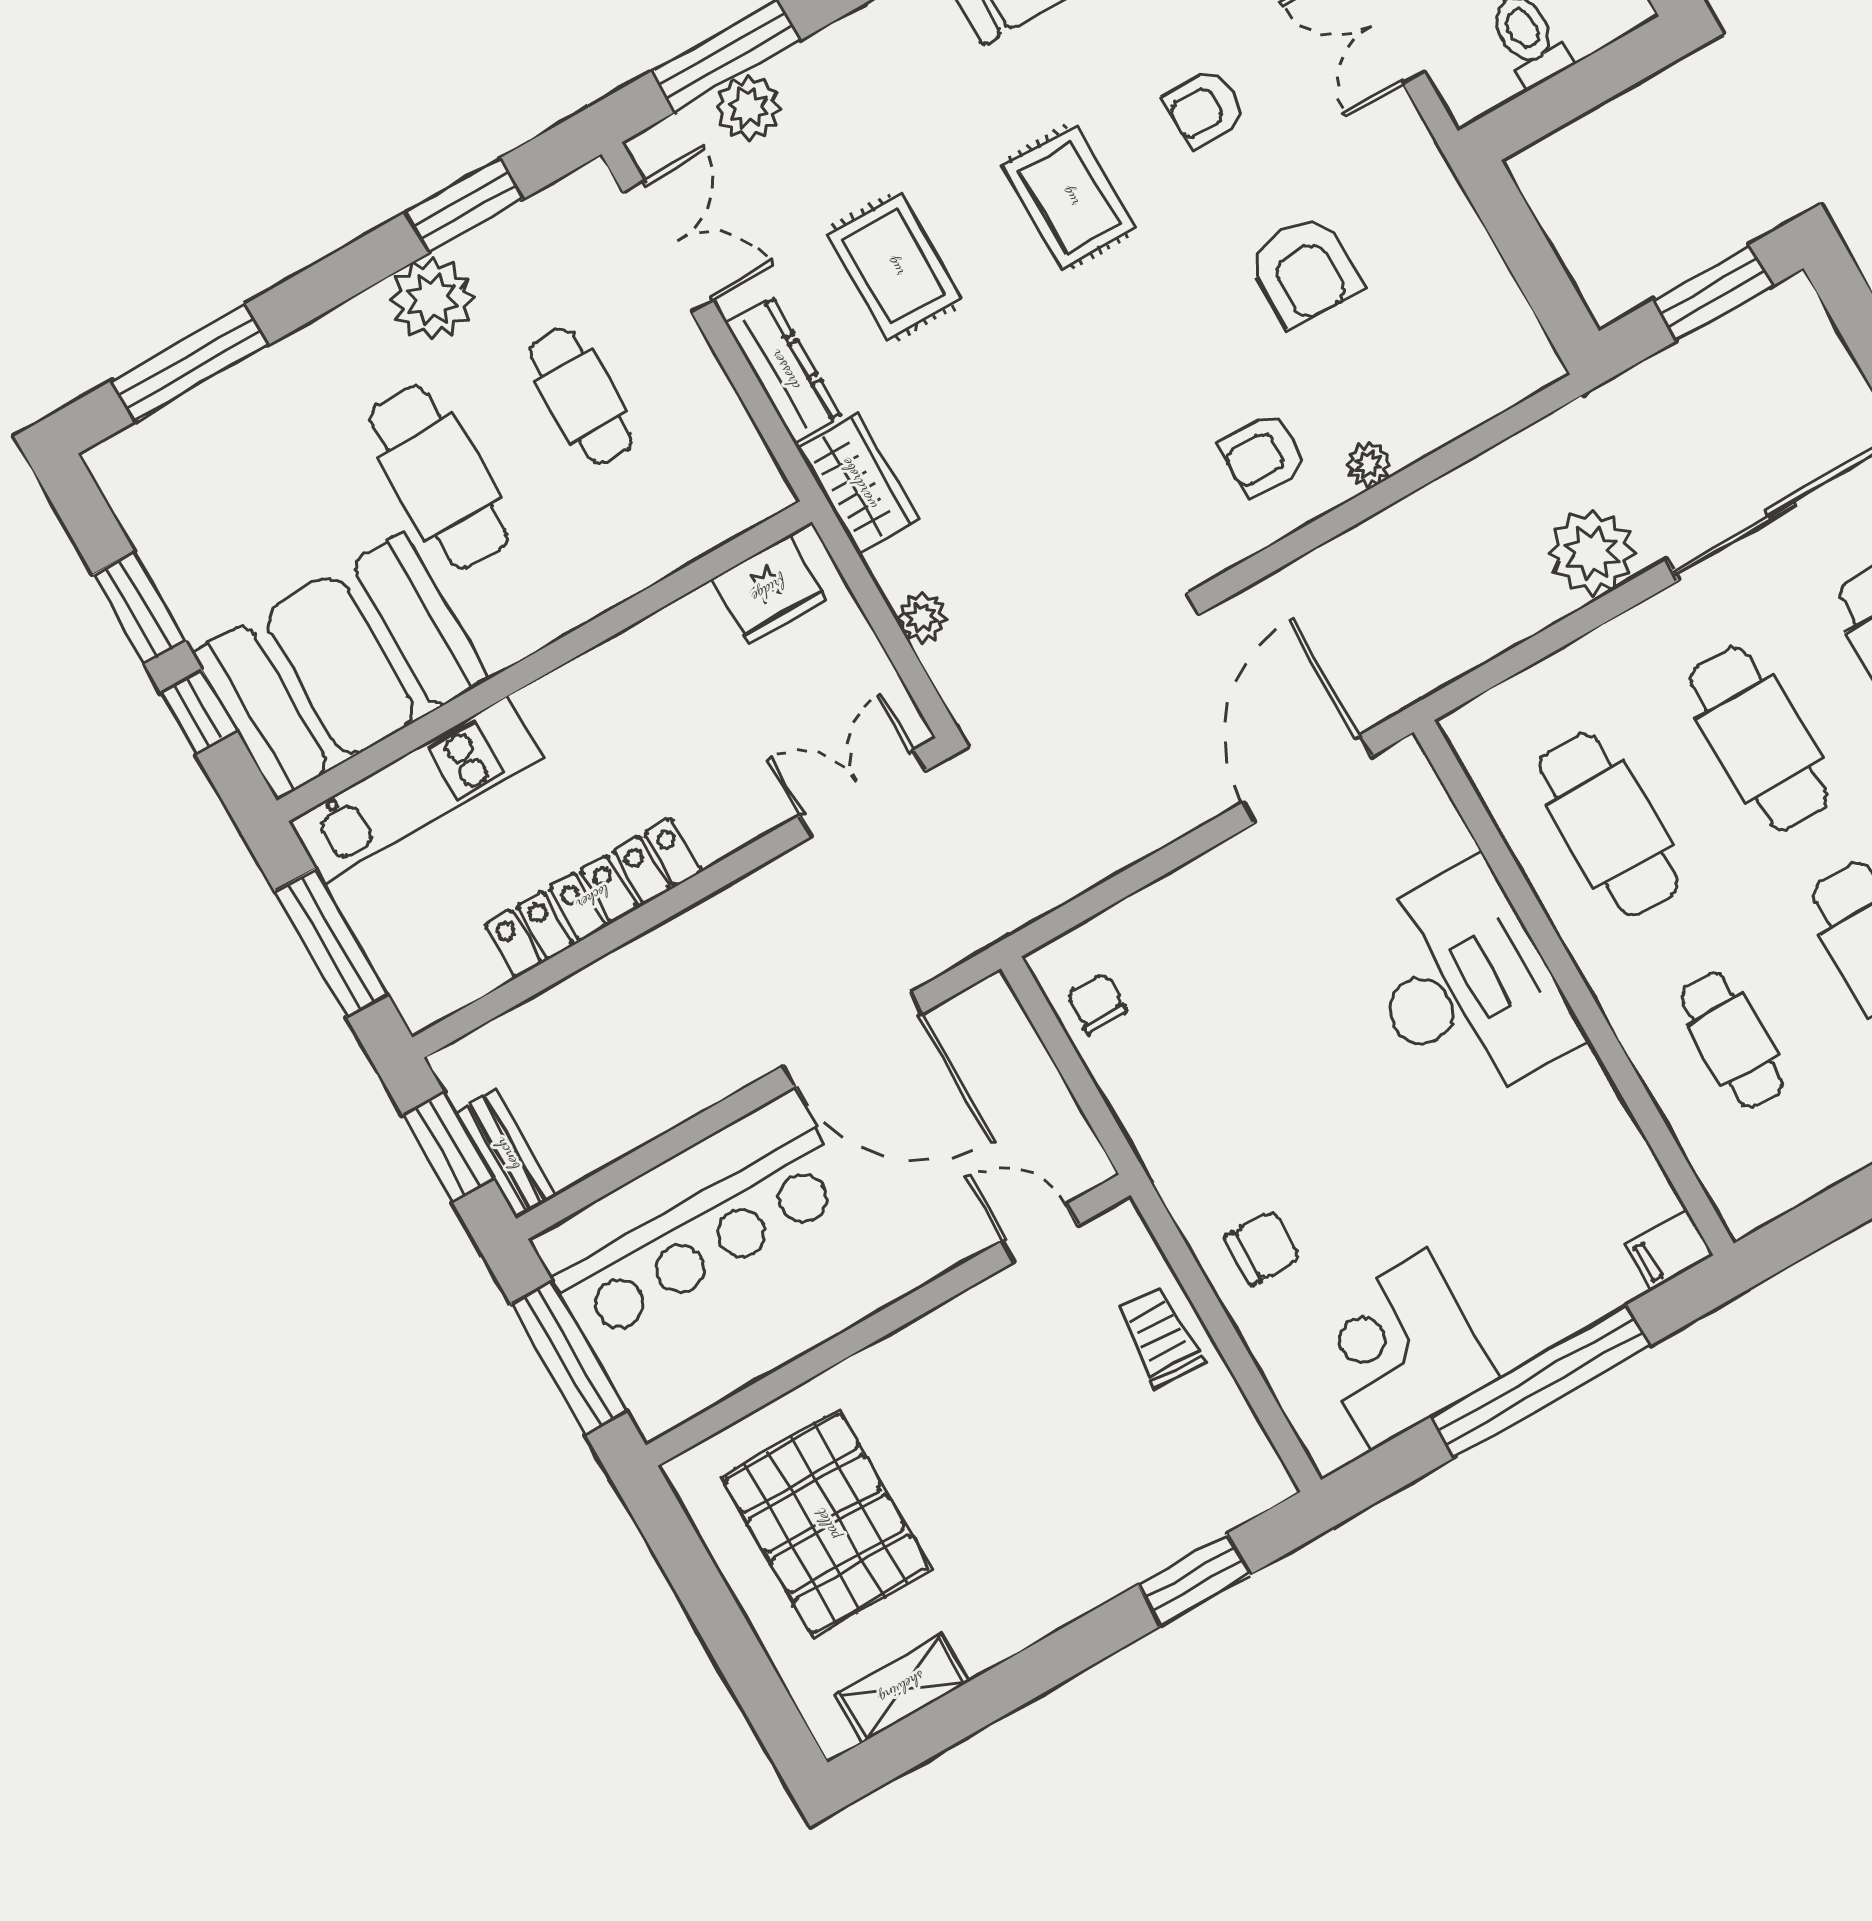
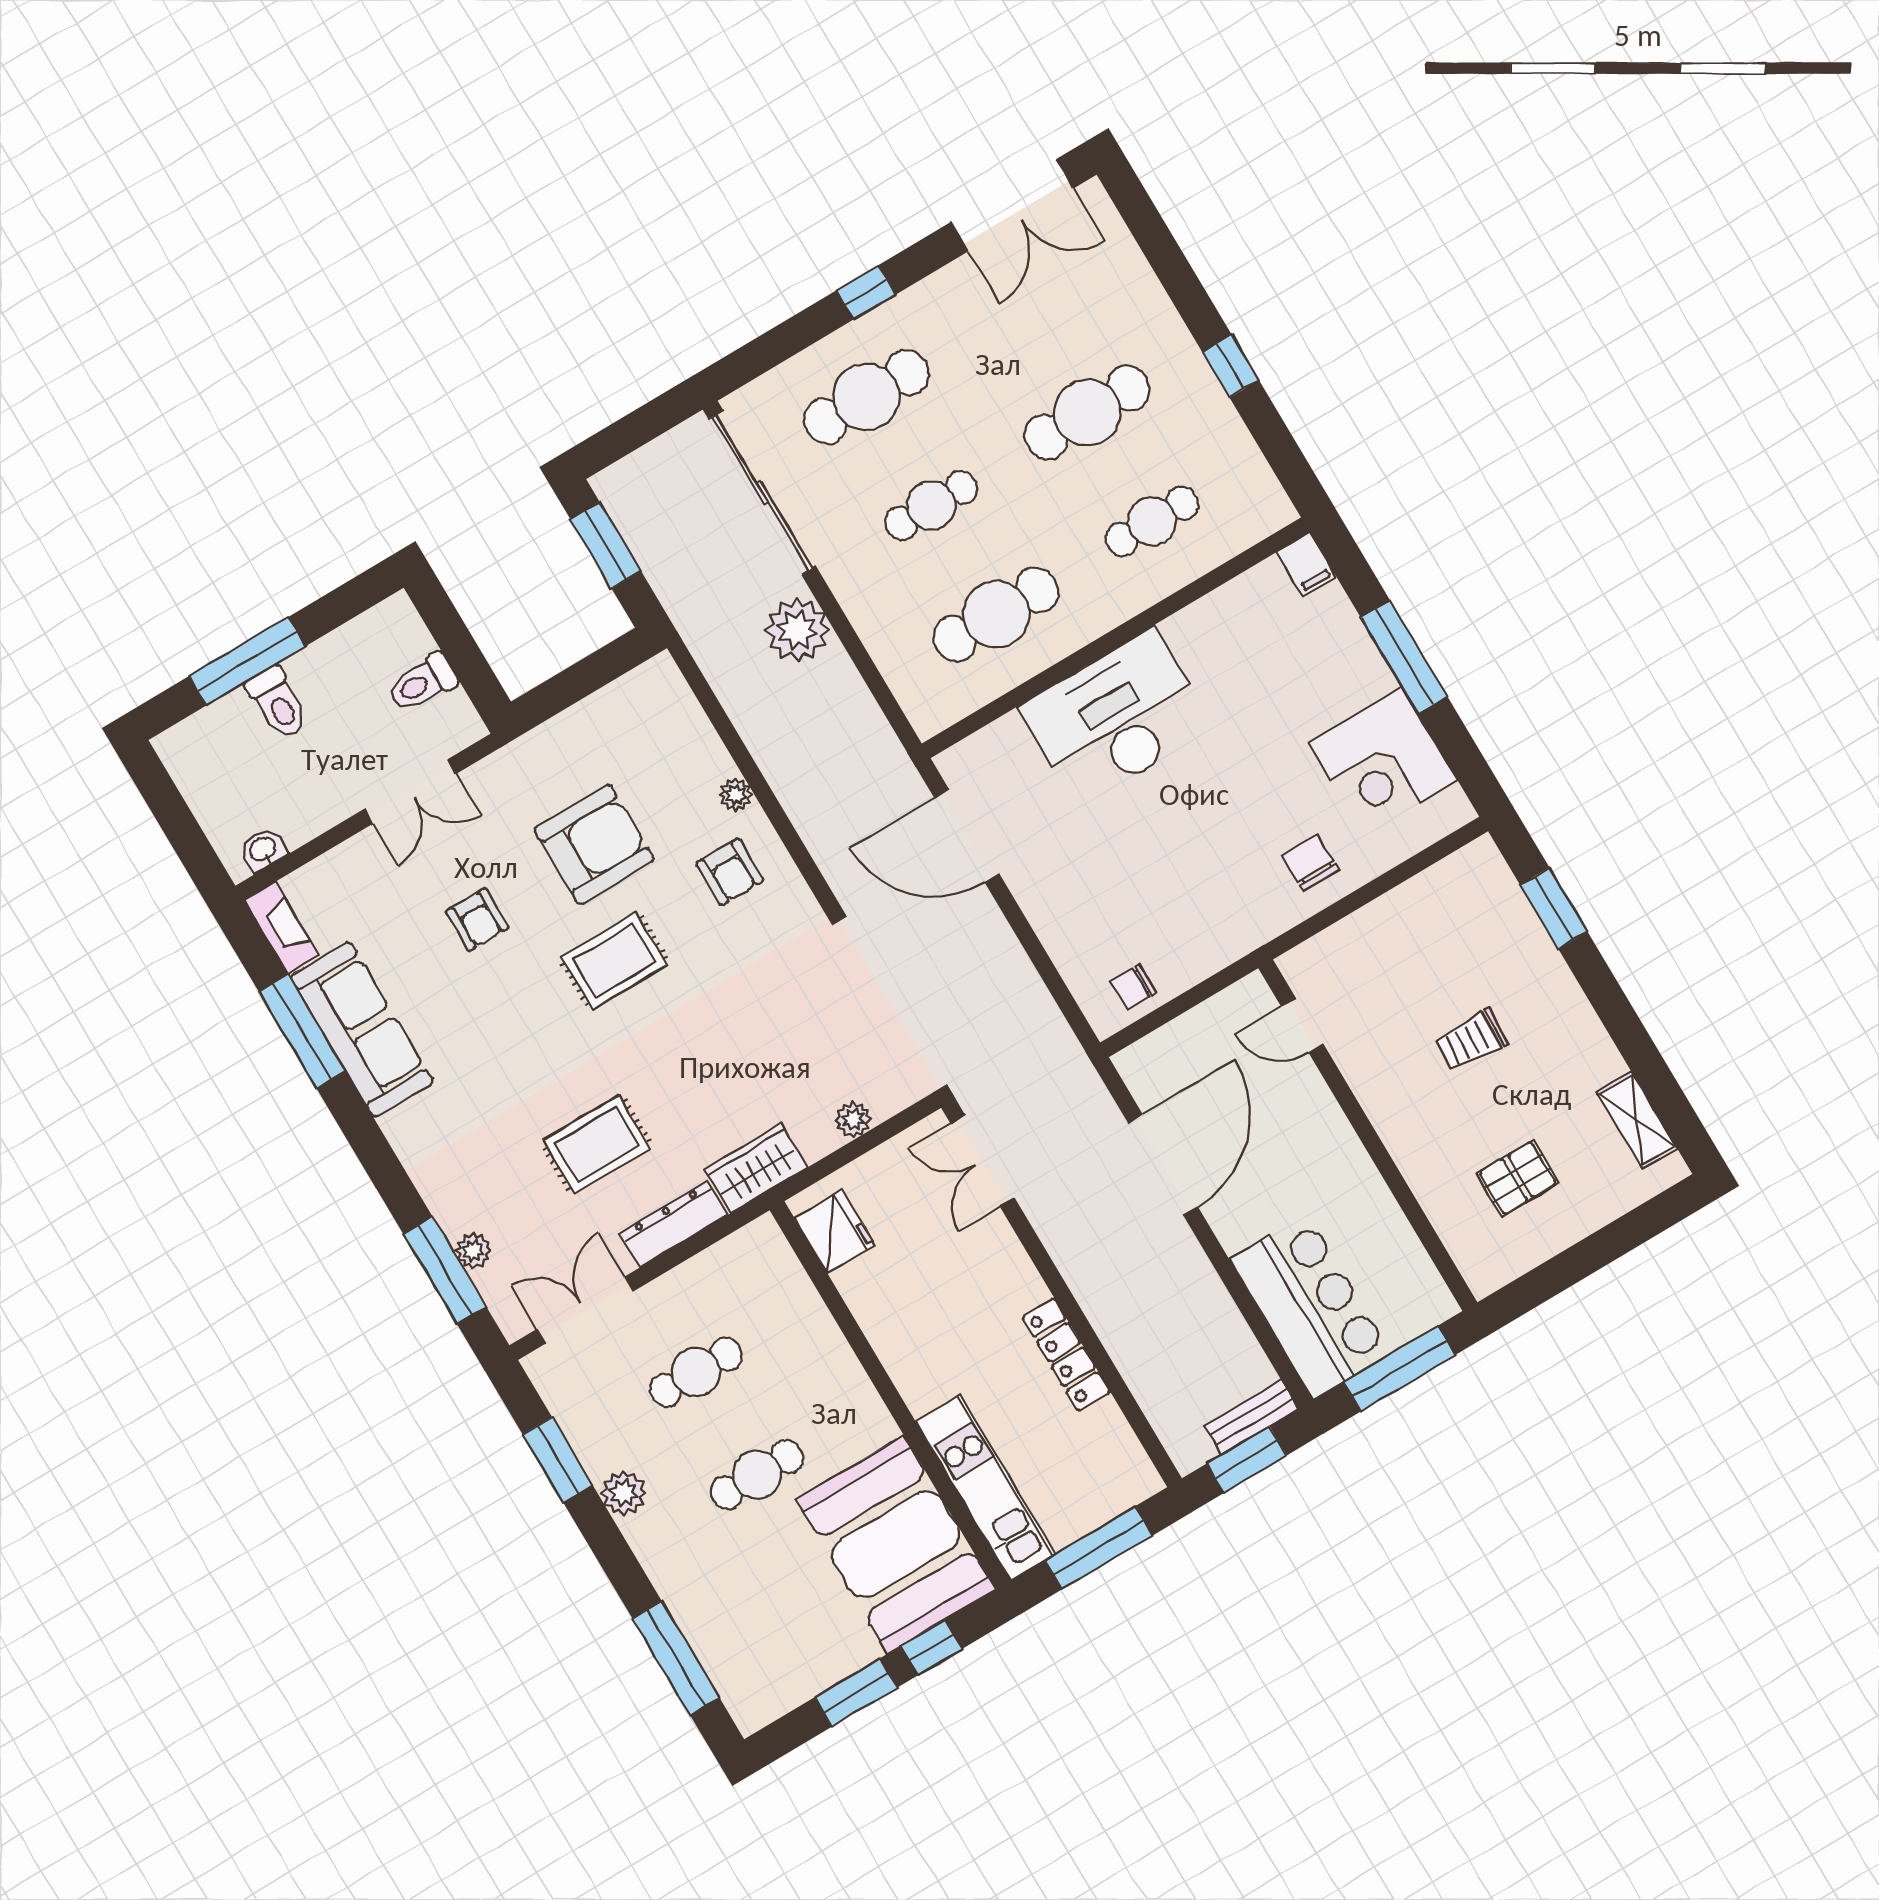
plant: (749, 108) -> (473, 1251), width x0.73, depth x0.73
rug: (1069, 197) -> (614, 961), moved
armchair: (1304, 270) -> (594, 844), width x1.36, depth x1.36
plant: (432, 299) -> (623, 1493), width x0.73, depth x0.73
cafe table: (439, 477) -> (757, 1475), width x0.73, depth x0.74
cafe table: (1759, 739) -> (931, 506), width x0.73, depth x0.74
locker: (593, 898) -> (1066, 1354), width x0.71, depth x0.83
bar counter: (691, 1217) -> (1310, 1306), width x0.73
door: (1040, 1233) -> (1302, 1025), hinge flipped
trolley: (1160, 1337) -> (1471, 1040), moved
window: (1541, 1381) -> (1404, 657), width x0.68
pallet: (826, 1524) -> (1518, 1178), width x0.49, depth x0.50

